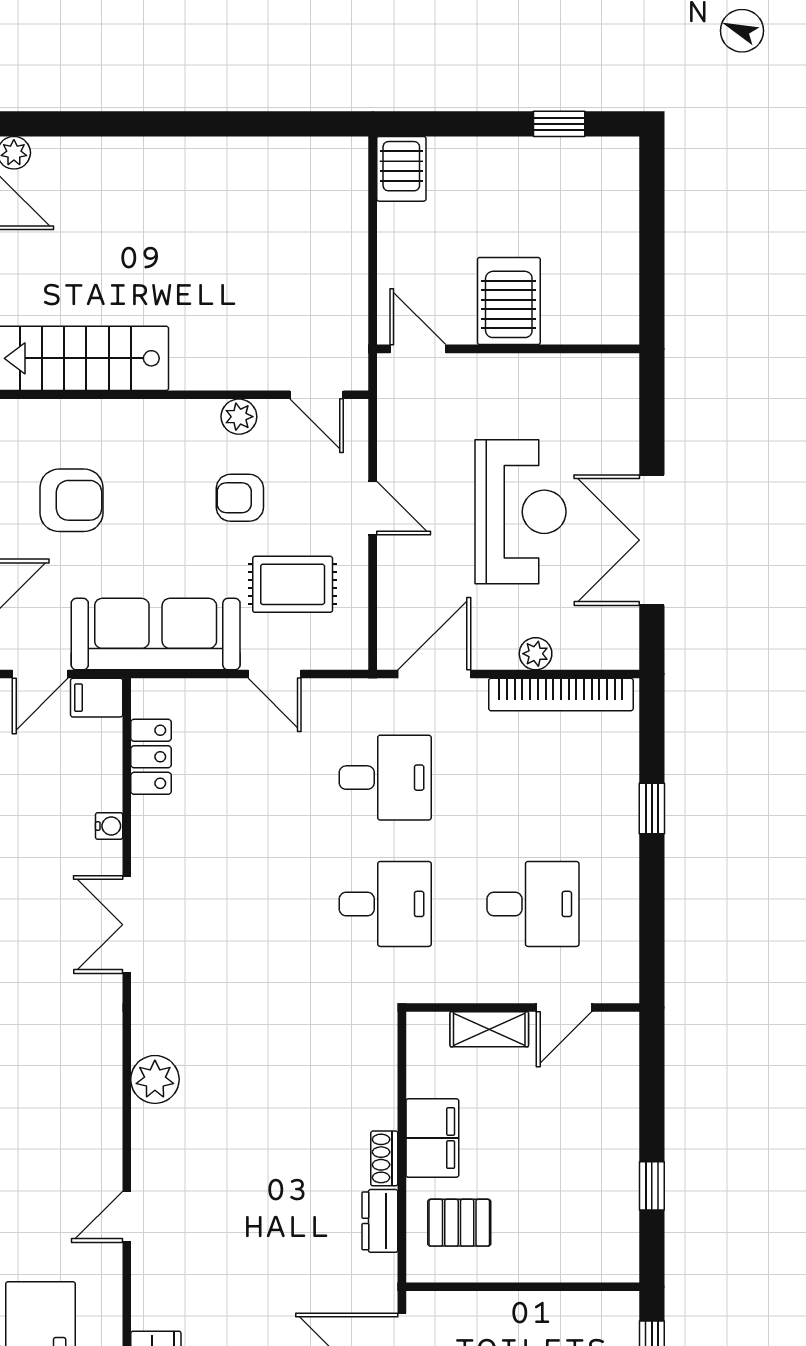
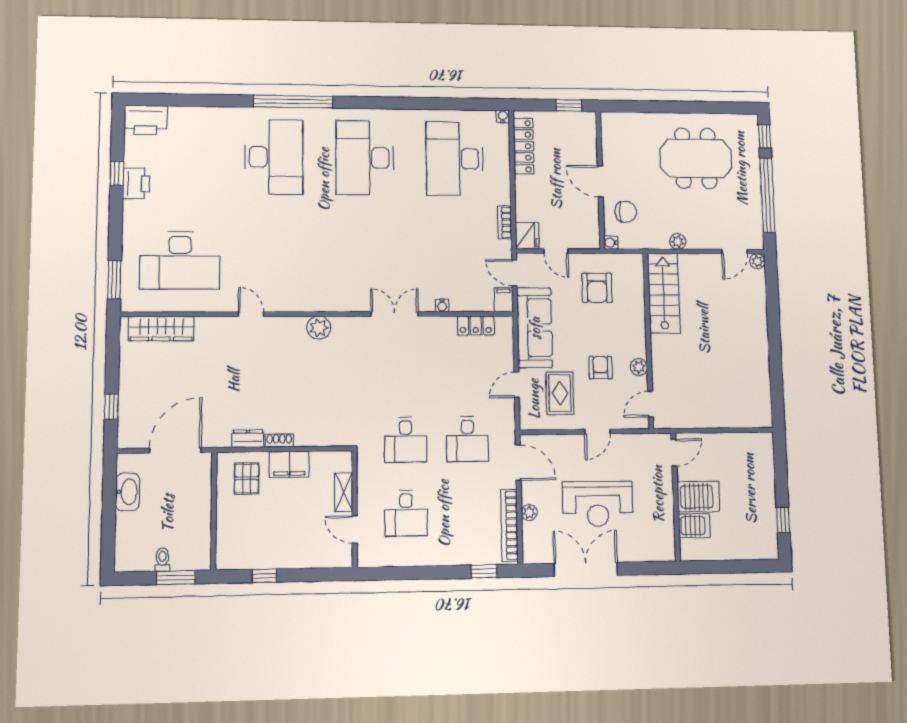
server rack: (401, 169) -> (694, 526), moved, turned 180
window: (652, 809) -> (484, 571), moved

